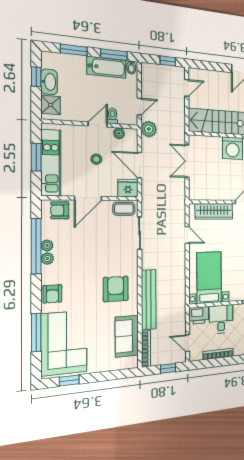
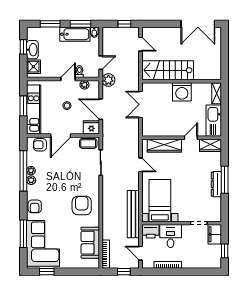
door: (187, 88) -> (141, 44), hinge flipped
bench: (149, 300) -> (133, 214), moved

